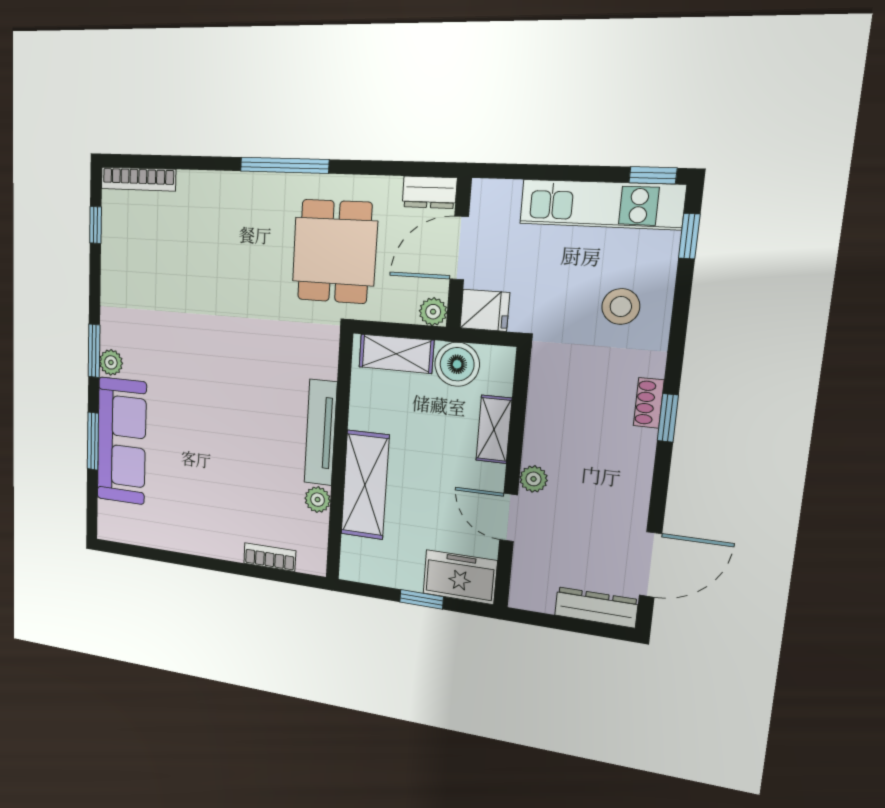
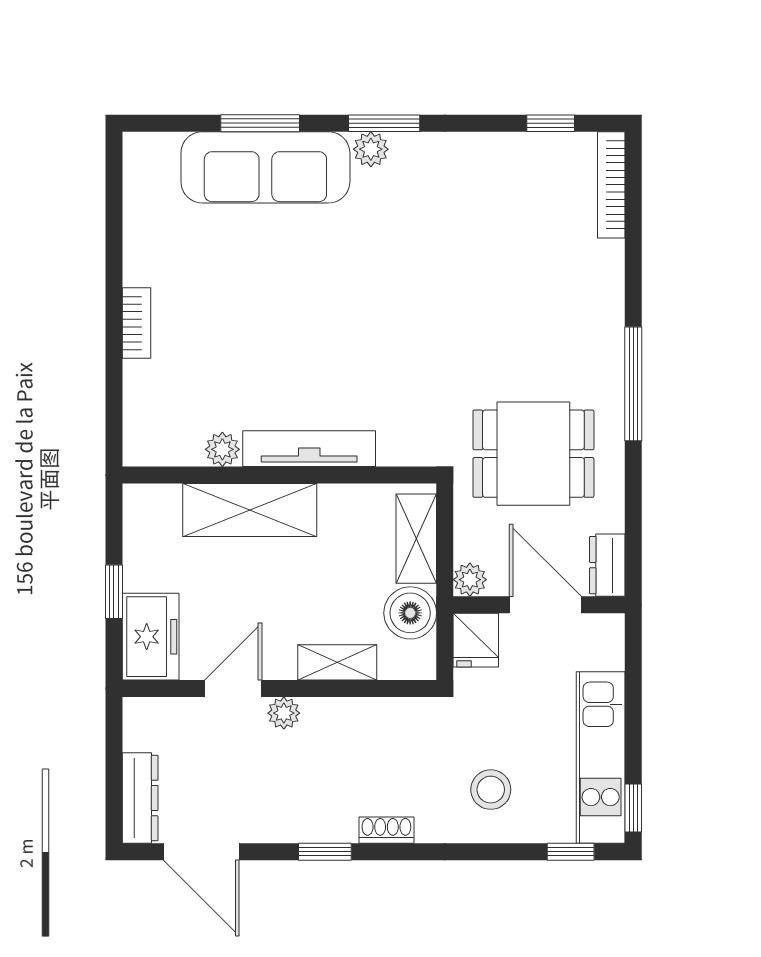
window: (668, 418) -> (325, 852), moved
bookcase: (270, 557) -> (137, 323), moved

